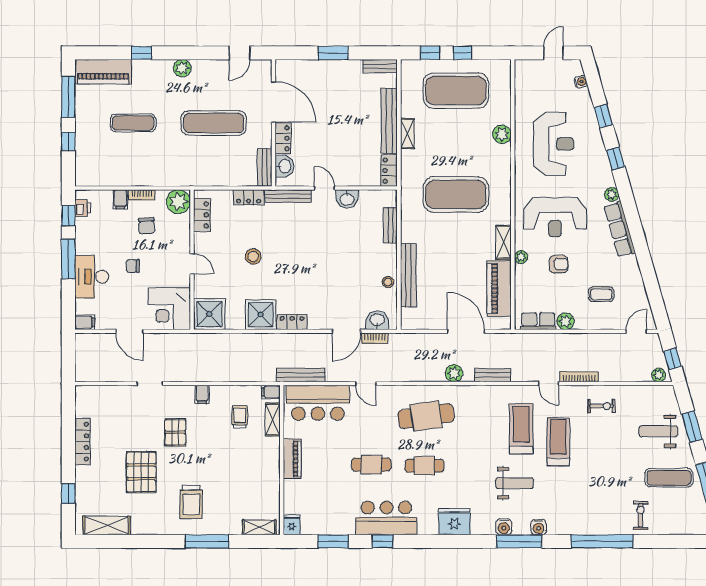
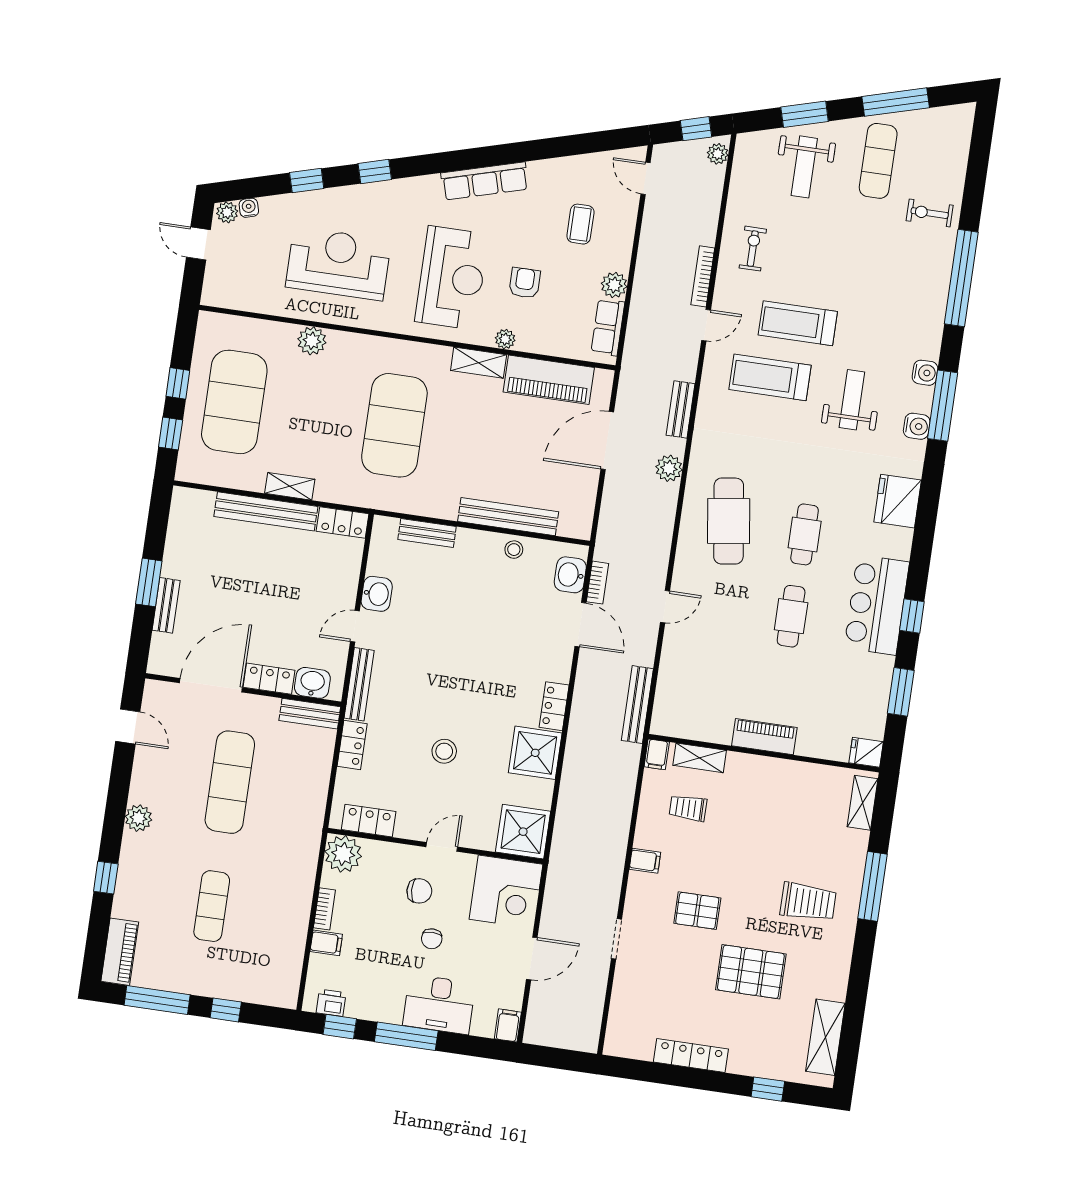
bench: (380, 66) -> (166, 605), moved
piano: (103, 72) -> (120, 952), width x0.73, depth x0.75
plant: (612, 194) -> (227, 212), moved
chair: (147, 226) -> (419, 891), moved
bar counter: (318, 403) -> (684, 685), removed

